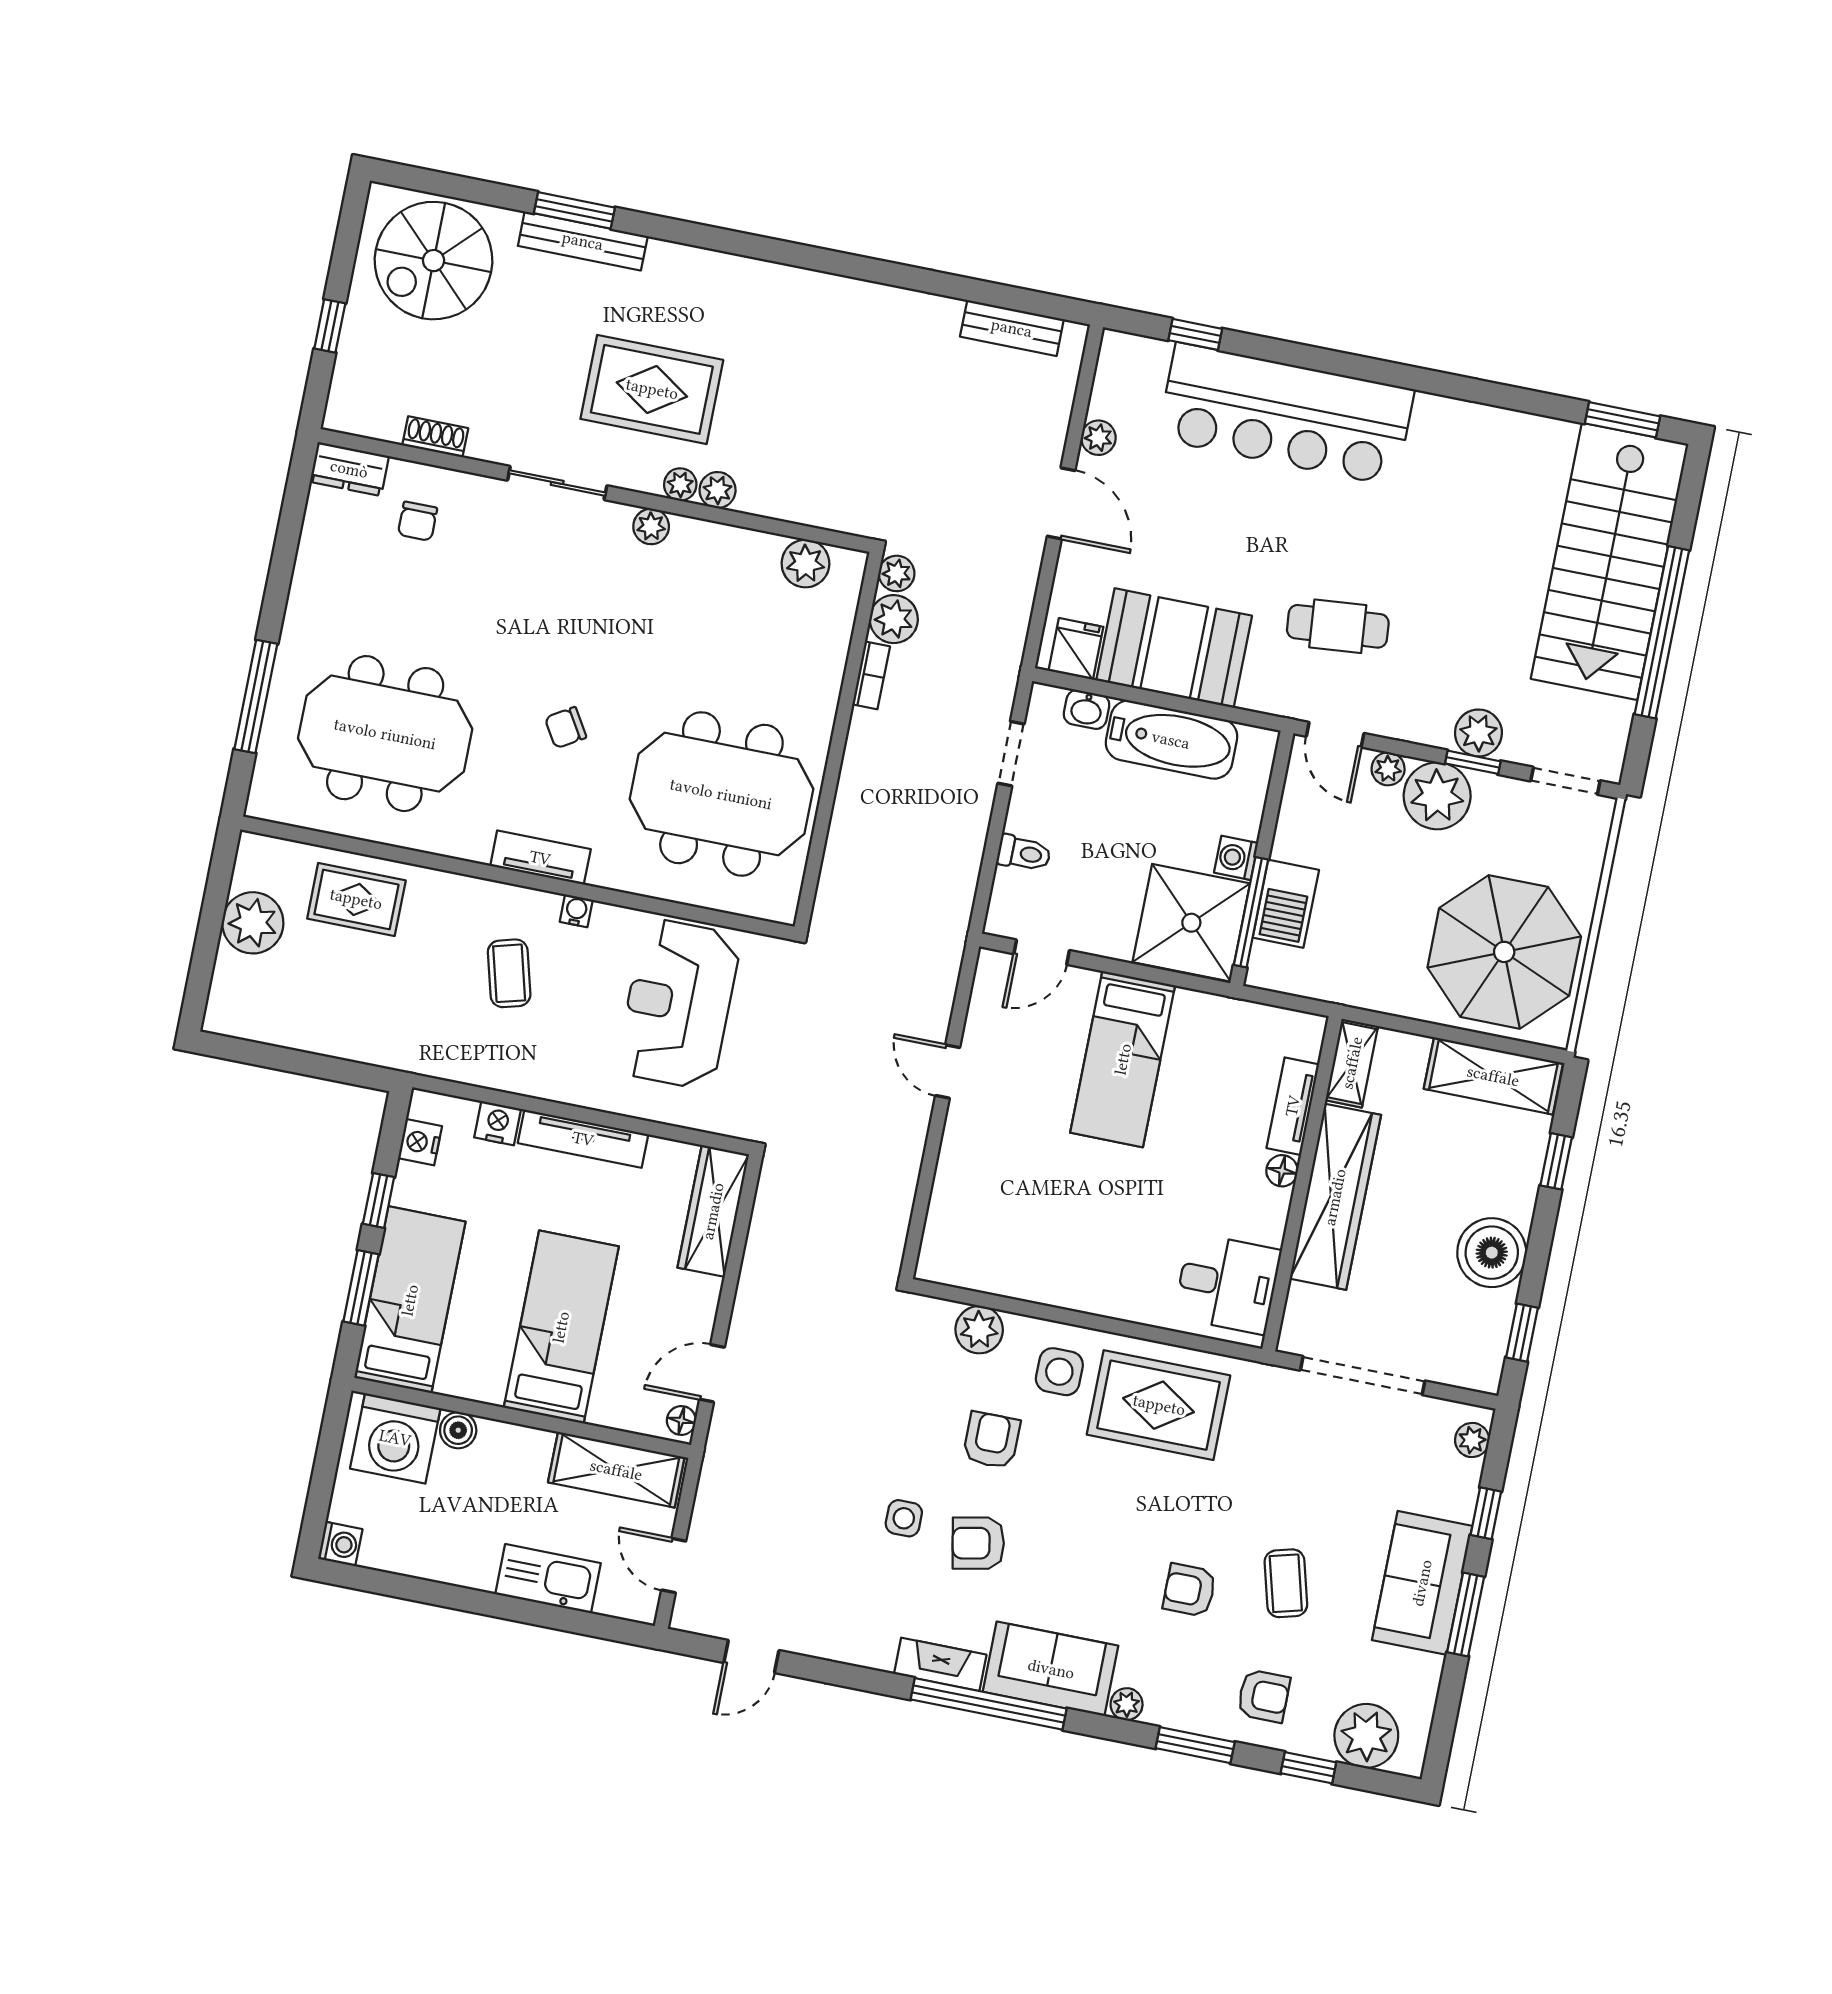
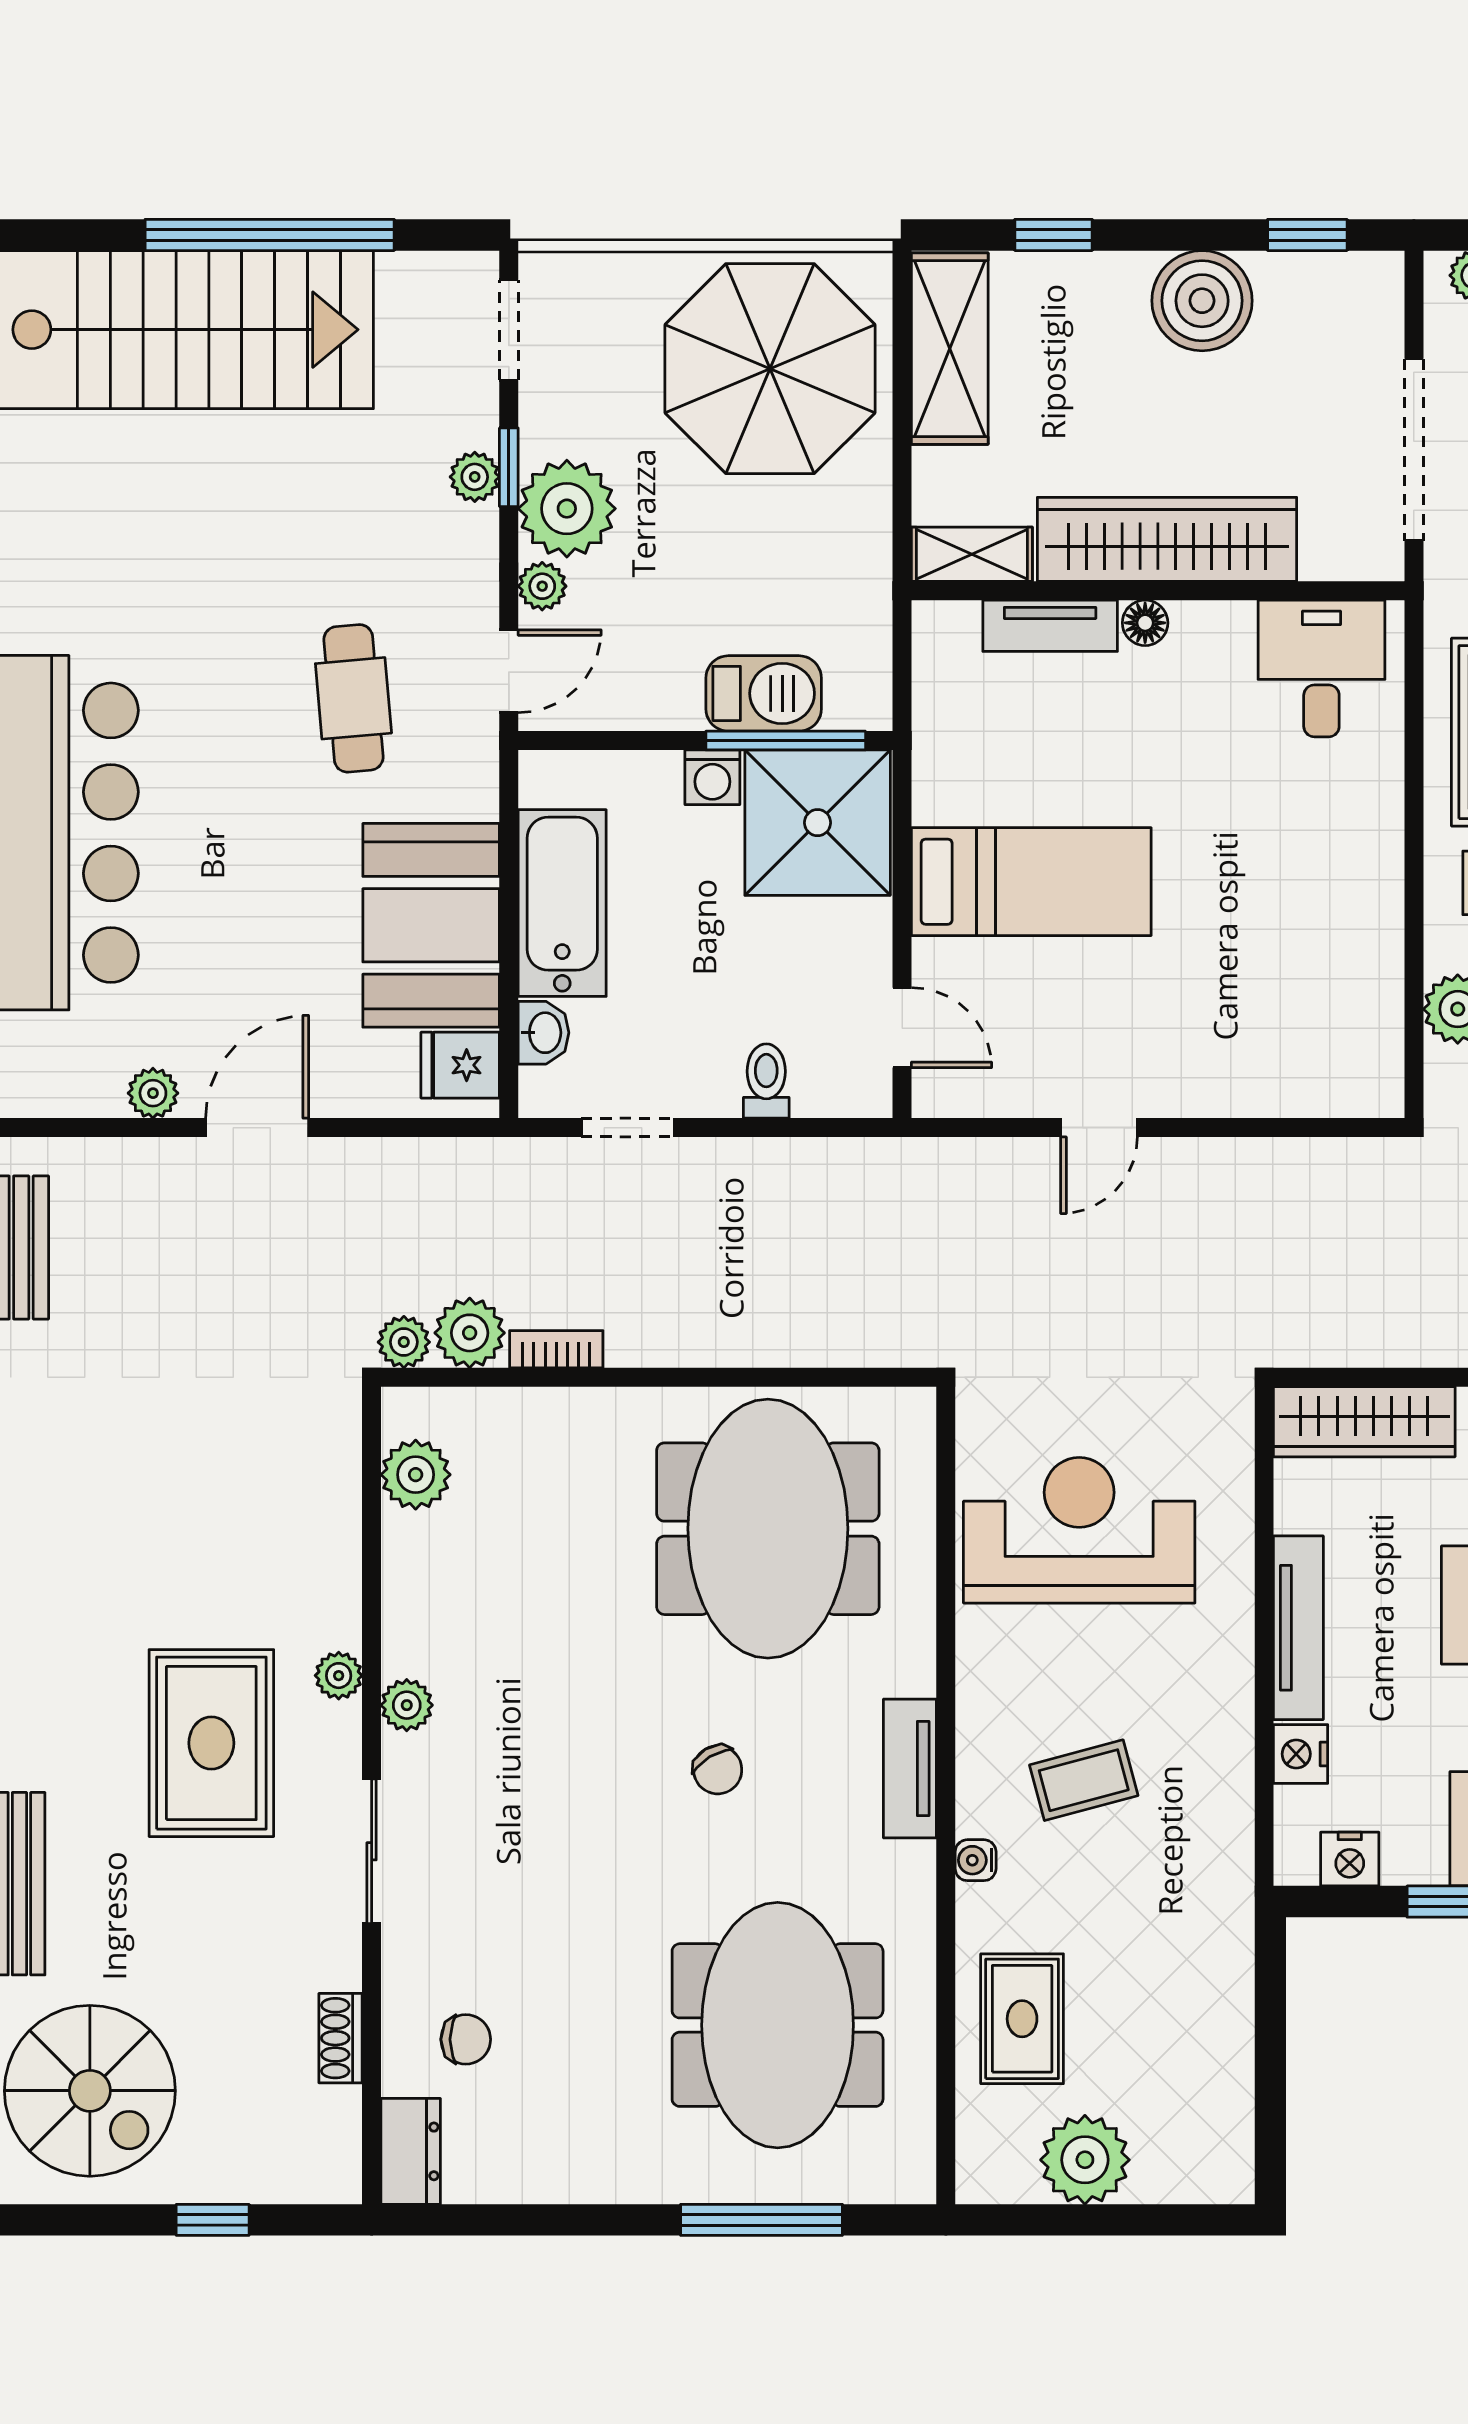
plant: (718, 490) -> (336, 1621), removed
plant: (1478, 733) -> (475, 477), width x0.73, depth x0.73
water cooler: (576, 911) -> (976, 1860), moved
reception desk: (678, 1004) -> (1079, 1530), turned 180

